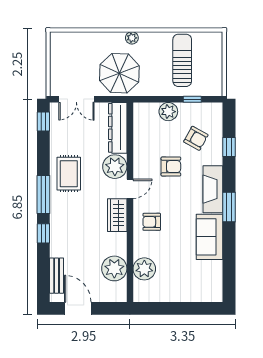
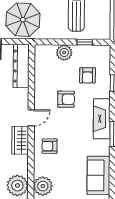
armchair: (196, 138) -> (88, 75), turned 61
plant: (115, 167) -> (18, 99), removed
sofa: (210, 237) -> (98, 175), moved

